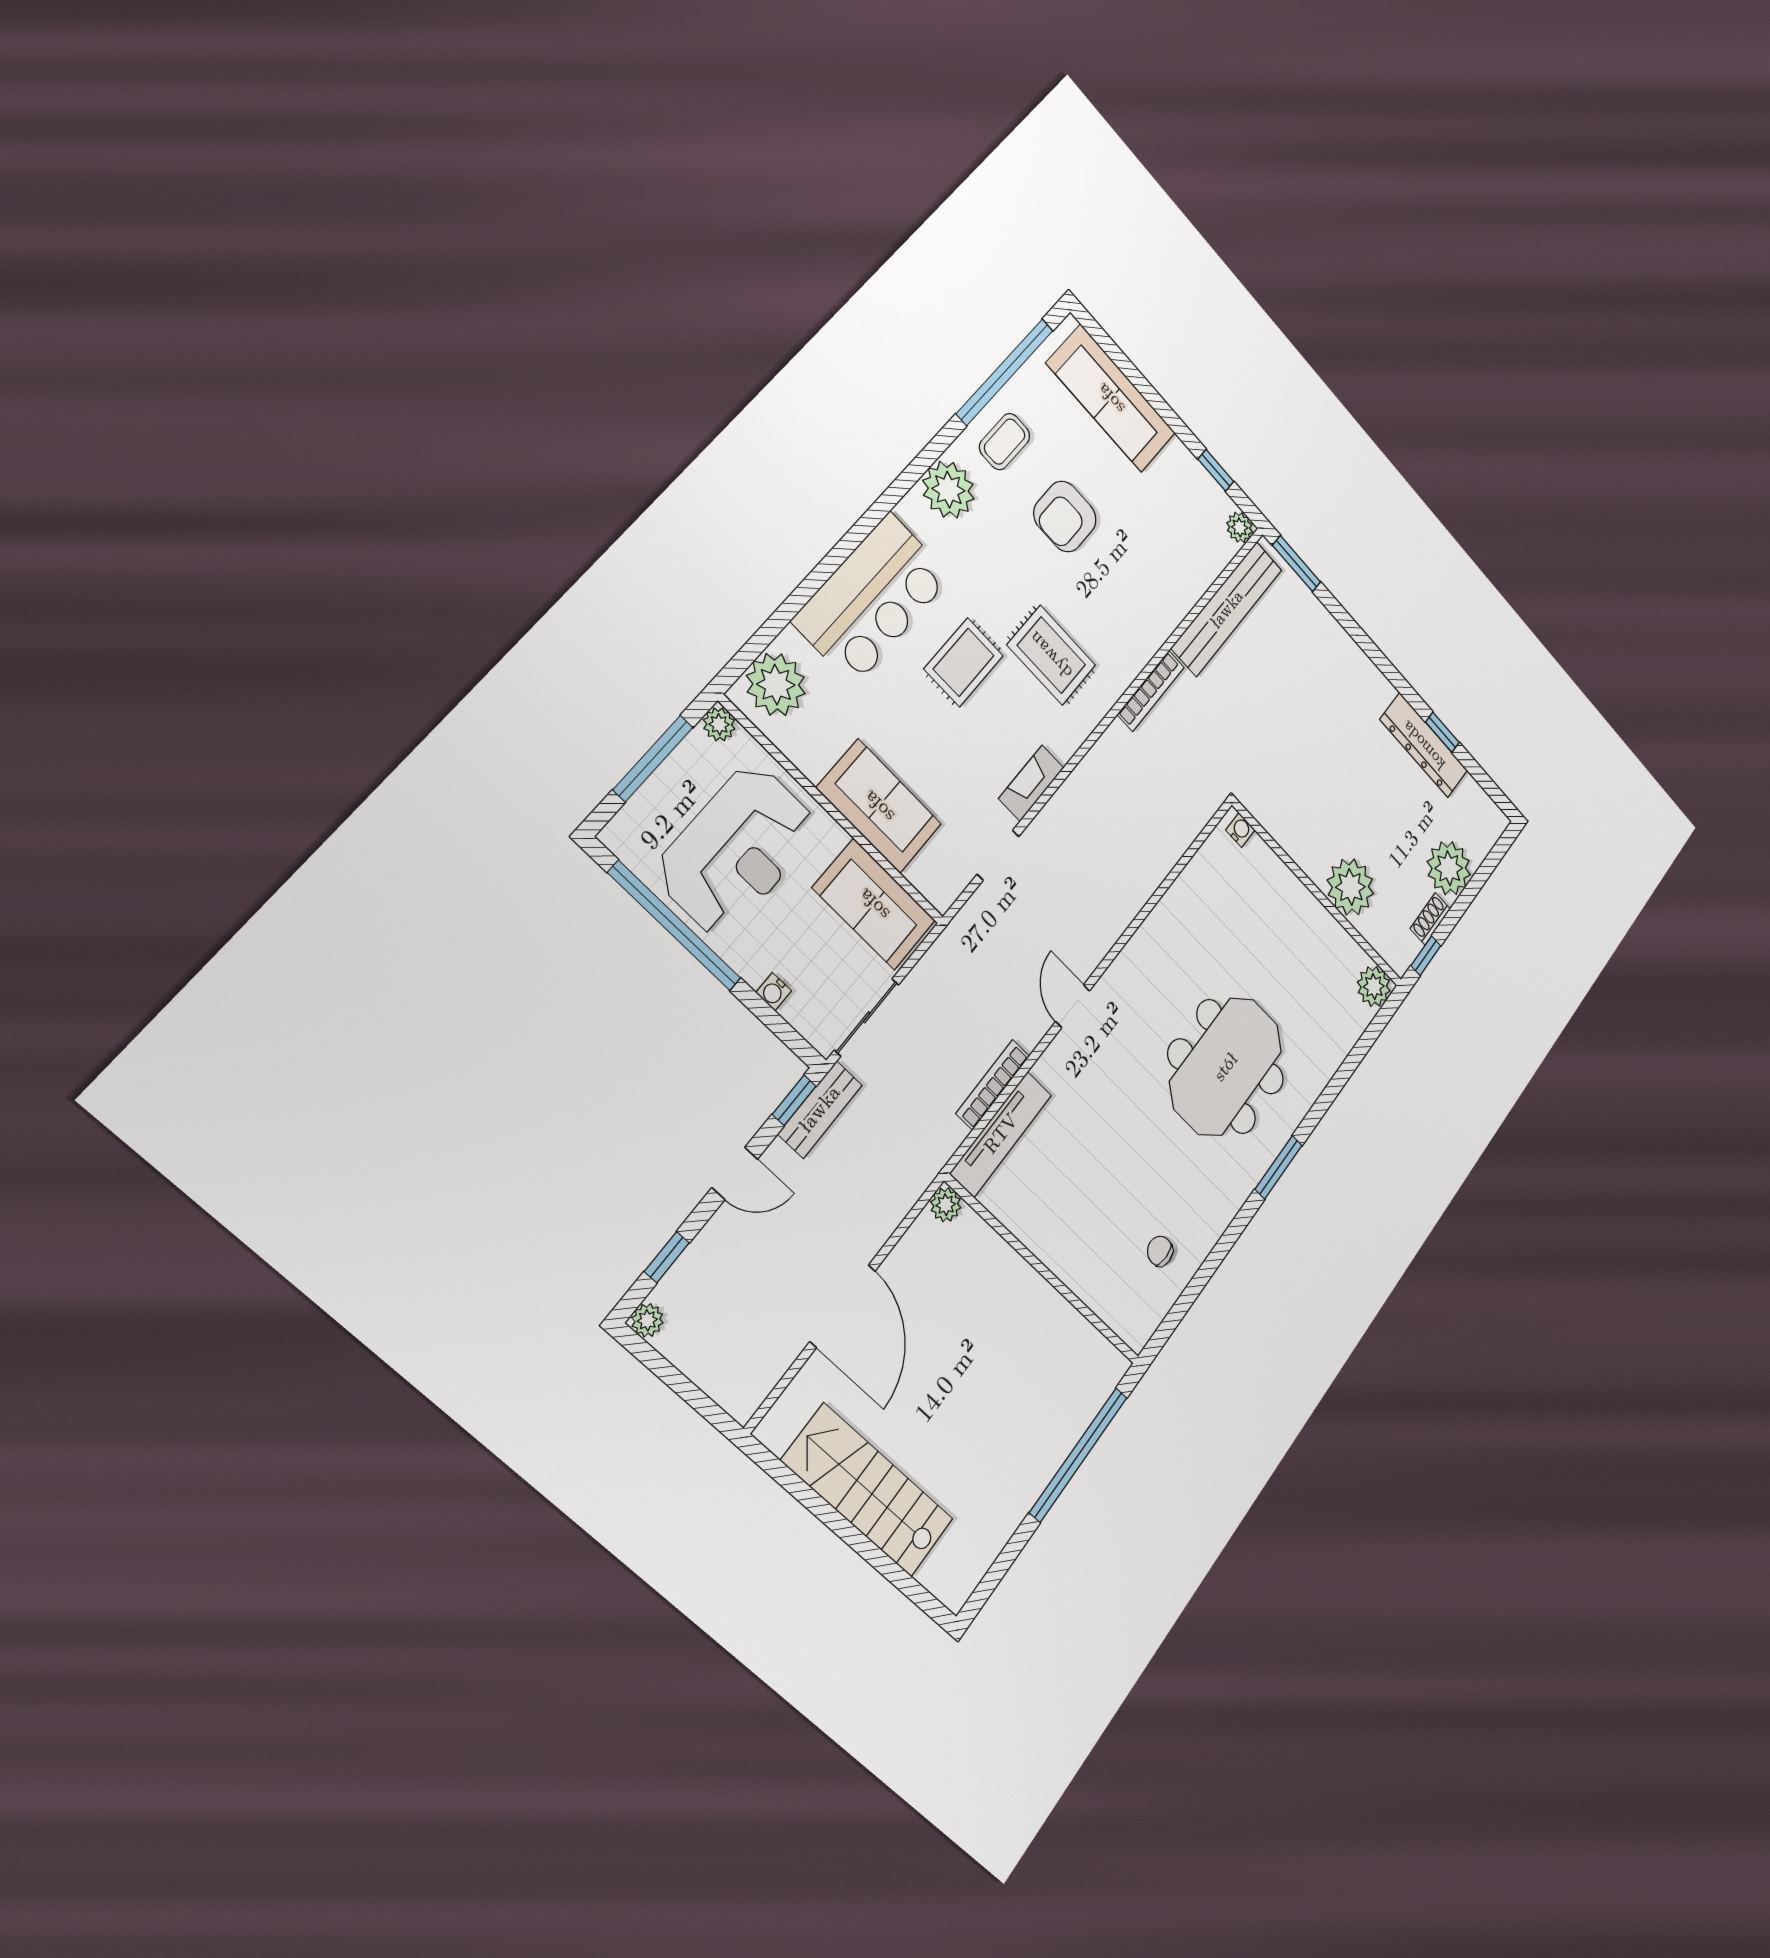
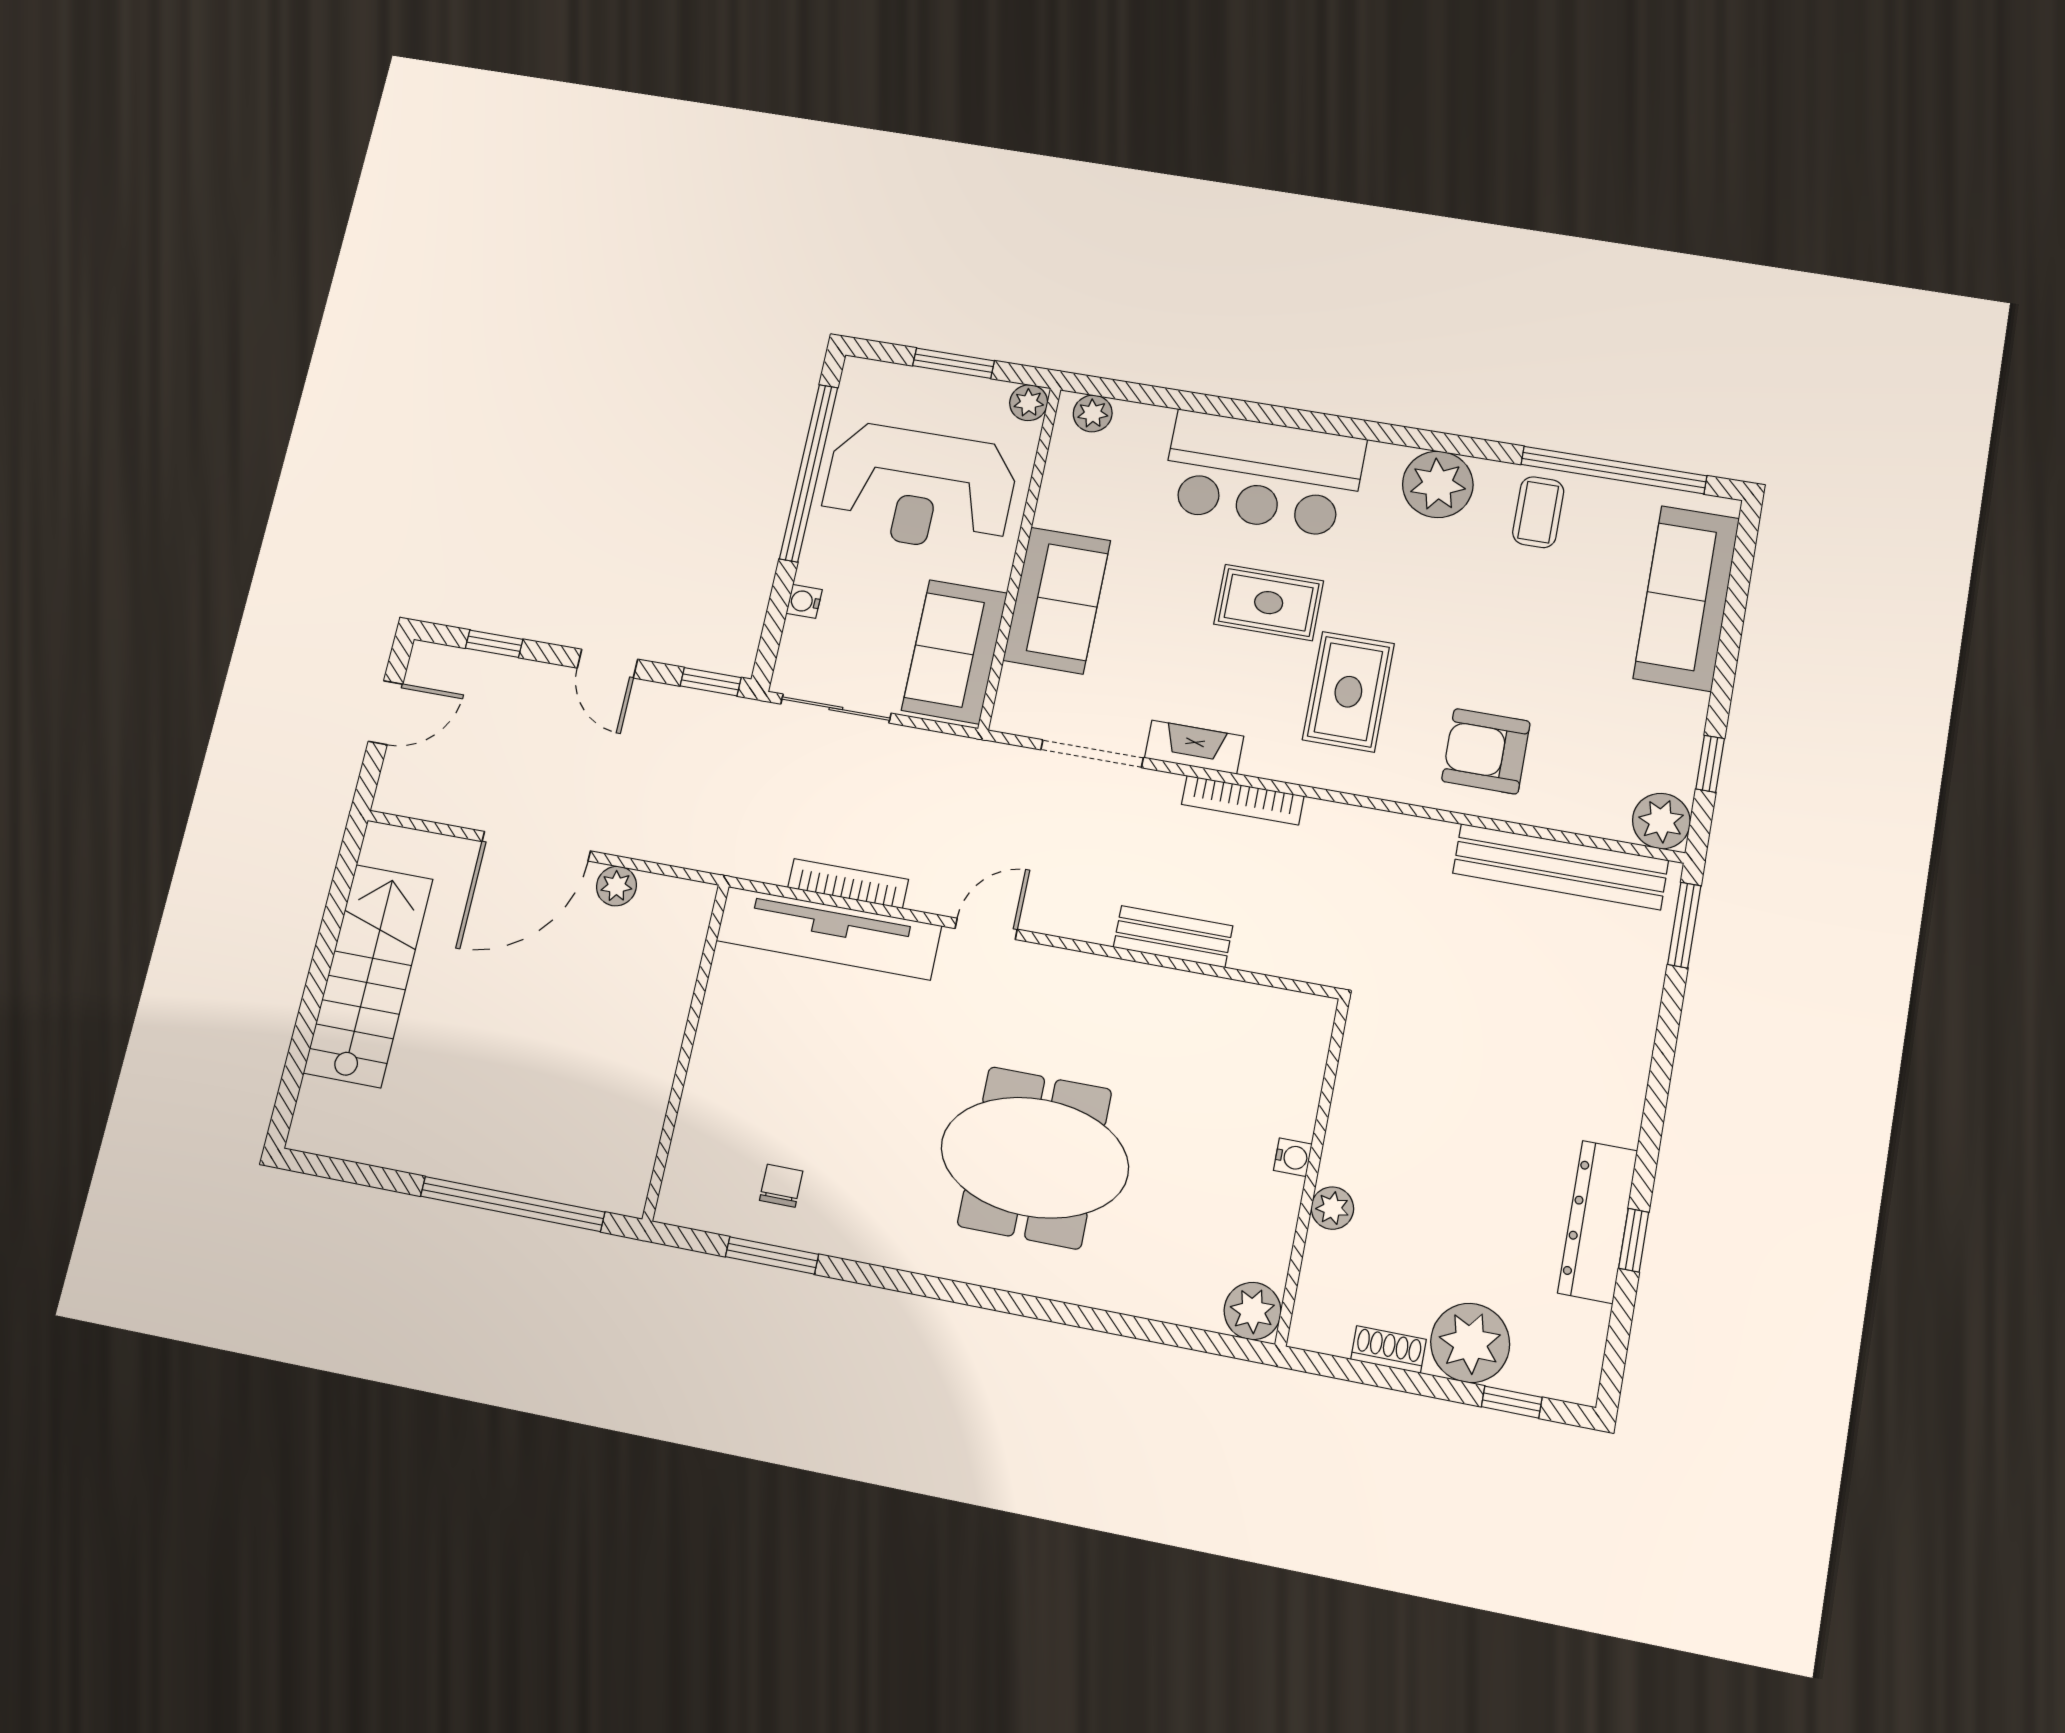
coffee table: (1005, 442) -> (1538, 512), turned 90
armchair: (1065, 516) -> (1486, 751), moved
plant: (1240, 527) -> (1661, 821), width x1.38, depth x1.38
plant: (776, 685) -> (1093, 413), width x0.53, depth x0.53
bookcase: (1151, 691) -> (1243, 800), moved
window: (653, 758) -> (954, 363), width x0.69
water cooler: (1240, 830) -> (1293, 1157), moved
doorway: (998, 855) -> (1092, 754), width x1.38
plant: (1350, 887) -> (1332, 1208), width x0.53, depth x0.53
window: (1426, 956) -> (1512, 1402), moved
bench: (820, 1109) -> (1173, 937), moved
tv unit: (1001, 1134) -> (829, 933), width x1.36, depth x1.29
window: (1279, 1167) -> (772, 1255), moved
plant: (946, 1205) -> (616, 886), moved
plant: (647, 1320) -> (427, 659), removed
door: (672, 1377) -> (385, 713), added

